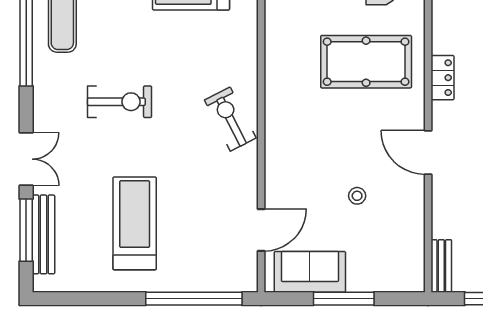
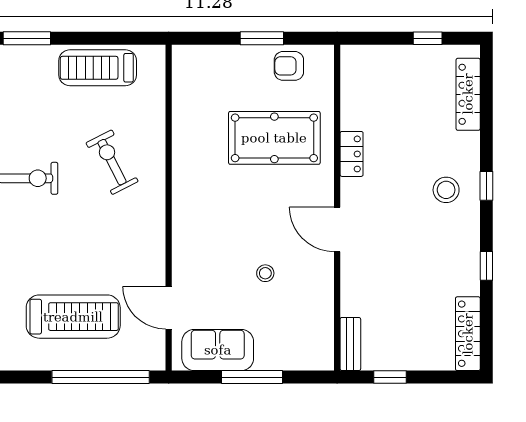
exercise bike: (230, 119) -> (112, 162), moved
treadmill: (135, 223) -> (73, 317), moved, turned 90
door: (261, 230) -> (169, 308), swing flipped

